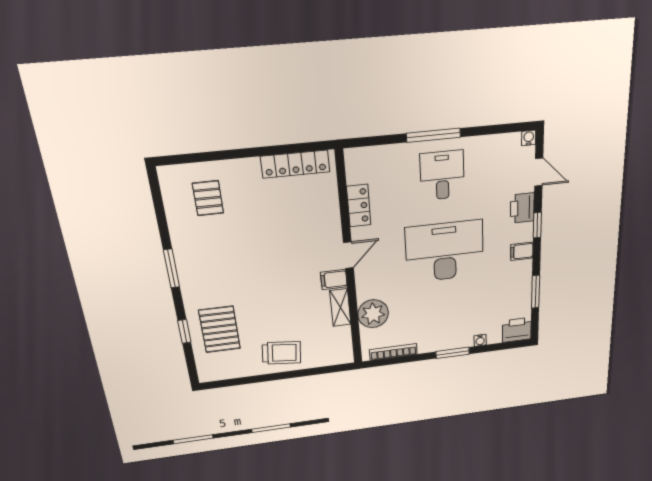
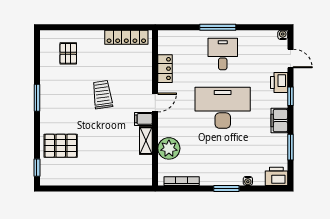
filing cabinet: (522, 251) -> (279, 121), width x2.00
pallet: (220, 329) -> (61, 146), turned 90
window: (184, 331) -> (37, 168), moved
trolley: (282, 353) -> (102, 95), moved, turned -104

